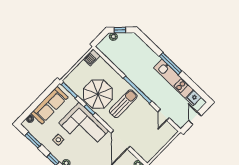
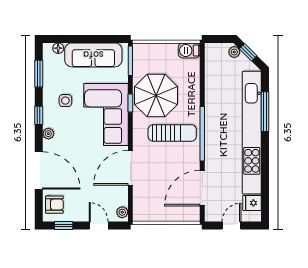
window: (171, 64) -> (265, 112), moved
kitchen unit: (174, 79) -> (252, 133), width x1.86
door: (163, 115) -> (202, 188), width x1.87

